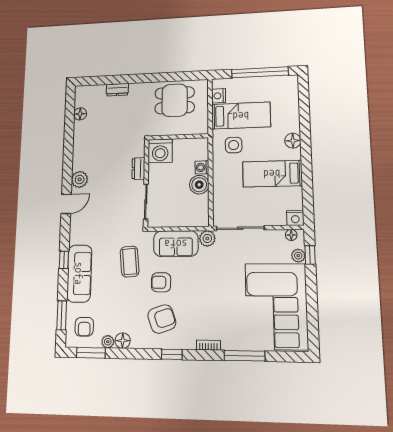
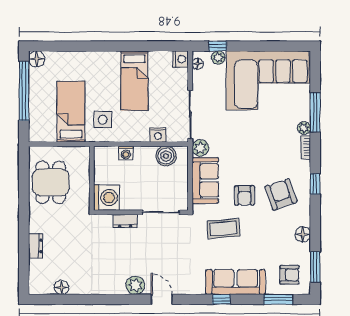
nightstand: (219, 96) -> (158, 135), moved
floor lamp: (293, 141) -> (37, 59), moved
boiler: (199, 185) -> (166, 156), moved
plant: (108, 342) -> (304, 128), moved

